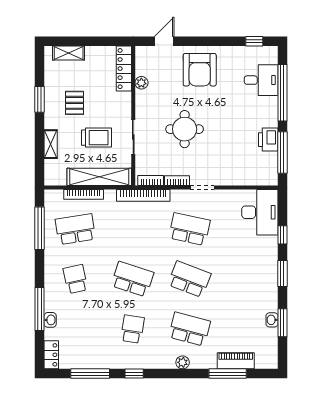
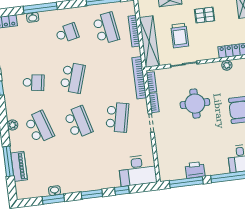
school desk: (189, 279) -> (78, 122), turned -36
school desk: (189, 329) -> (39, 127), turned -33

